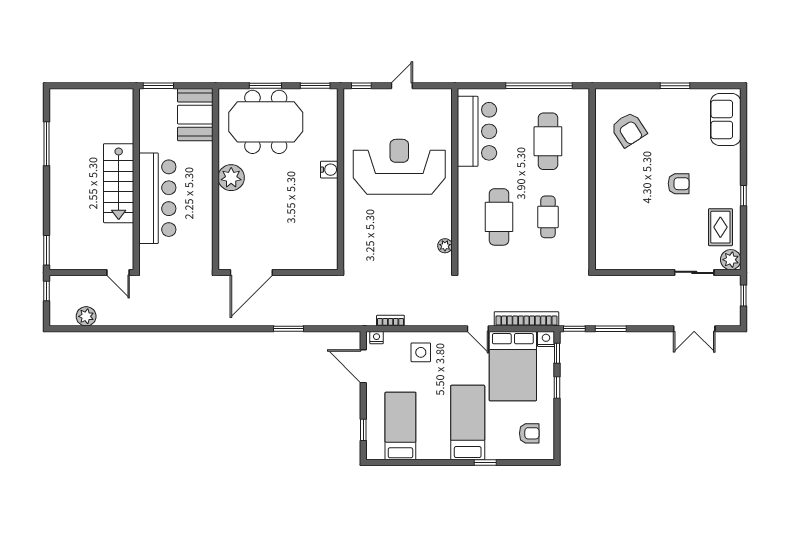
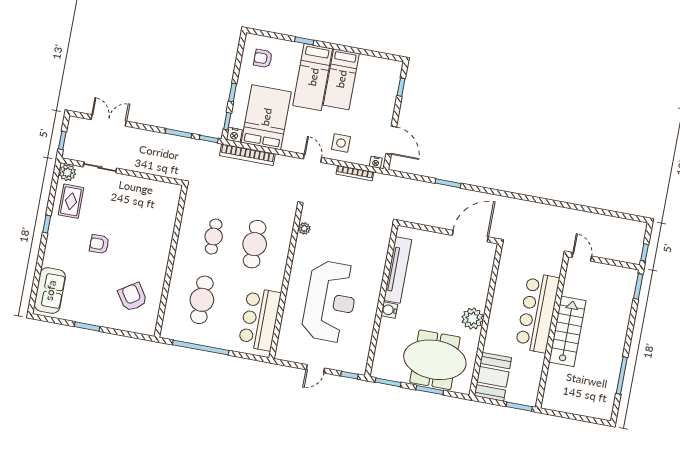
reception desk: (399, 167) -> (330, 302), turned -90
tv unit: (328, 218) -> (398, 270), added
plant: (86, 316) -> (615, 225), removed
bookcase: (390, 321) -> (355, 173), width x1.56
door: (478, 329) -> (313, 158), moved
bed: (400, 426) -> (341, 79), moved

